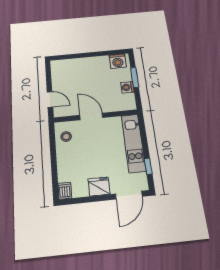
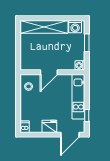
shelving: (80, 65) -> (44, 27), added
washing machine: (127, 87) -> (80, 65), moved
door: (50, 99) -> (18, 55), removed
door: (91, 116) -> (49, 72), swing flipped

